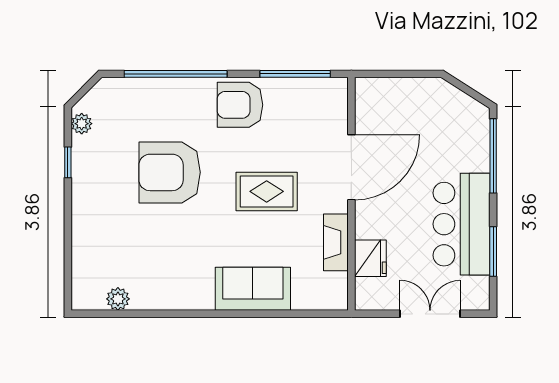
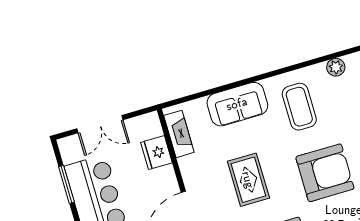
rug: (267, 191) -> (248, 180), turned 90
fireplace: (336, 242) -> (179, 134), moved
coffee table: (177, 263) -> (299, 107), added

